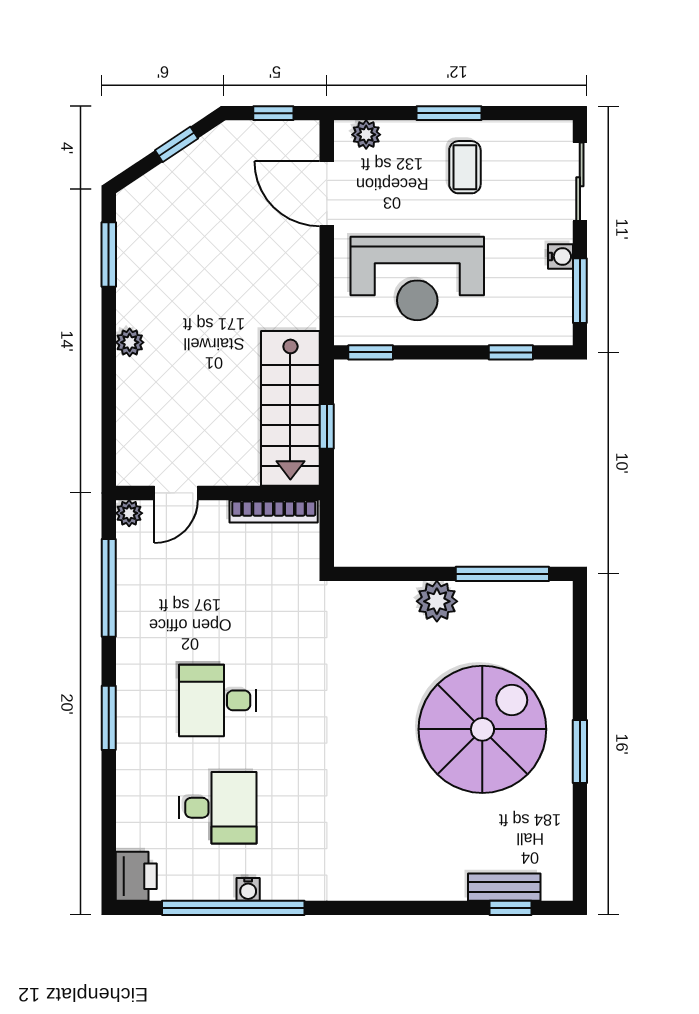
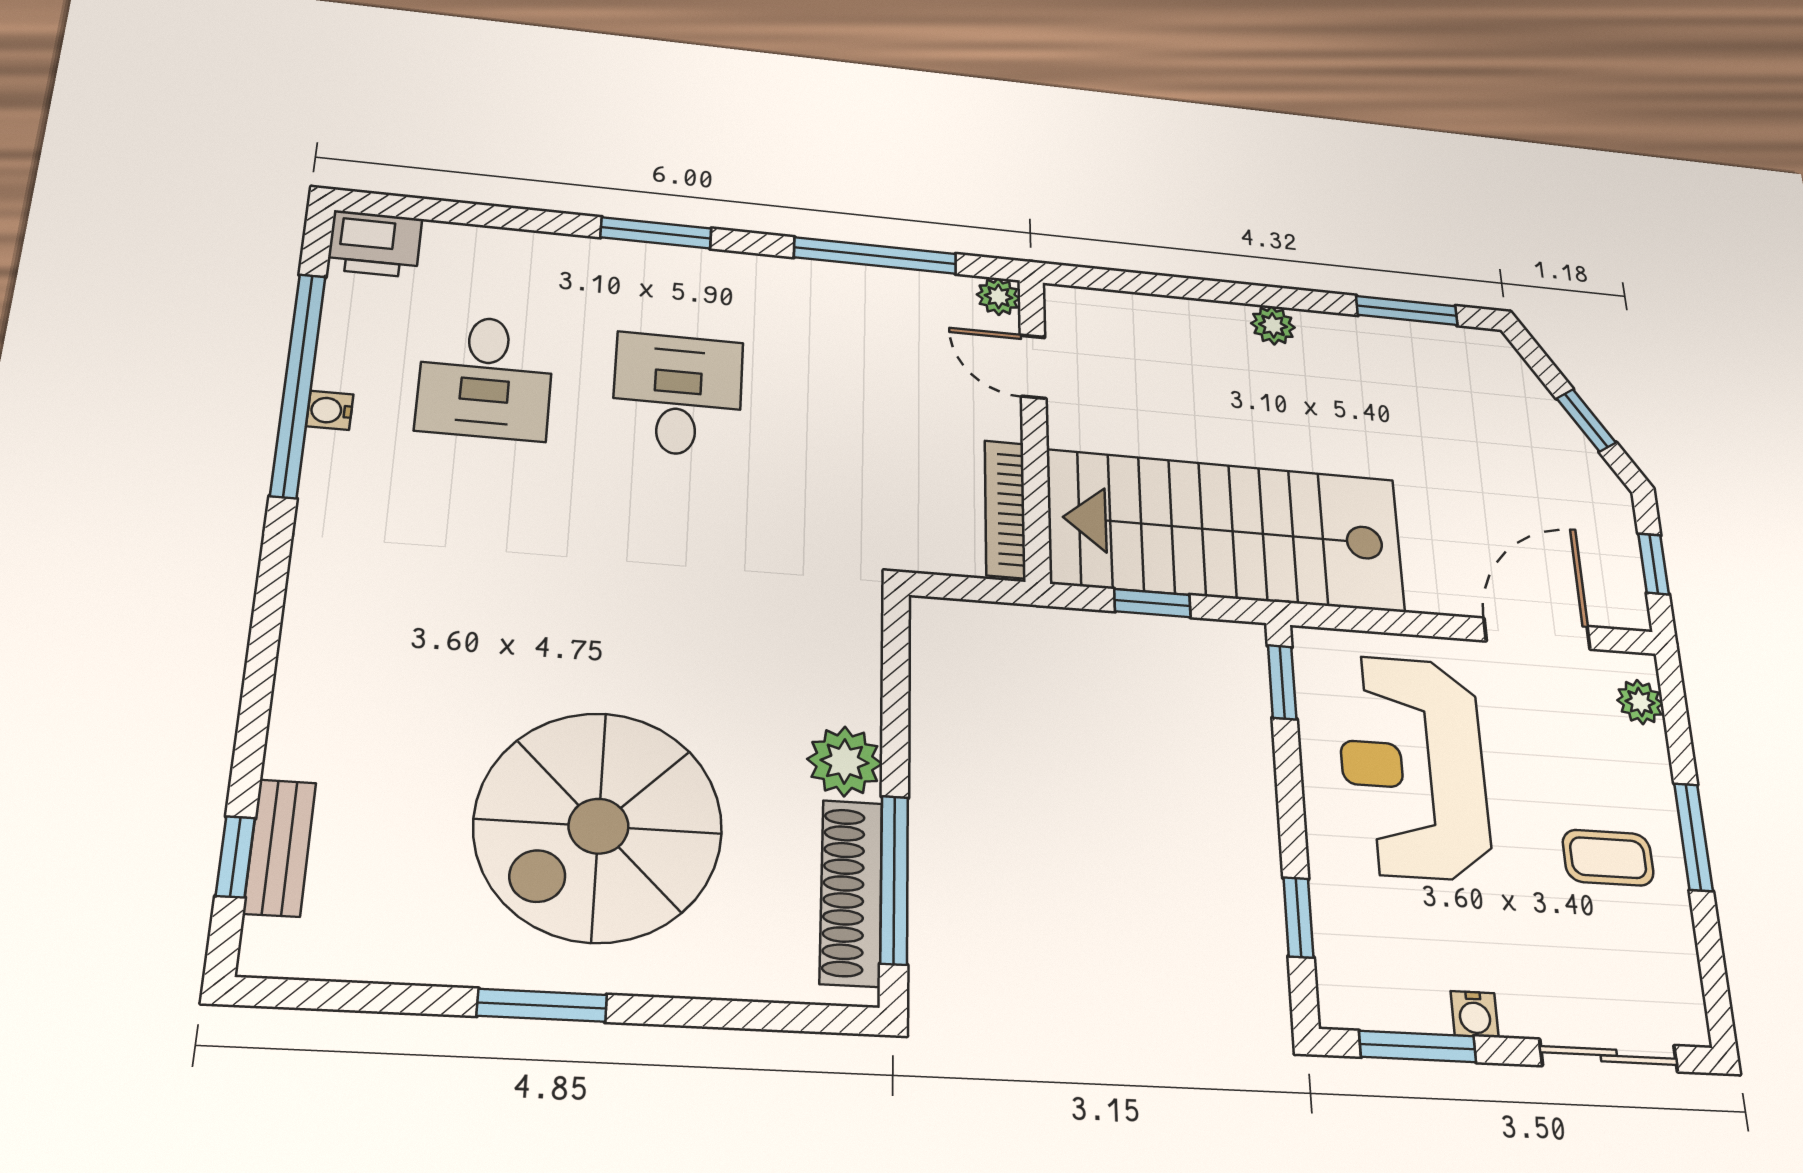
stairs: (290, 408) -> (1226, 531), width x1.36, depth x1.51
shoe rack: (511, 597) -> (851, 892), added
spiral stairs: (482, 729) -> (598, 826), turned 90

